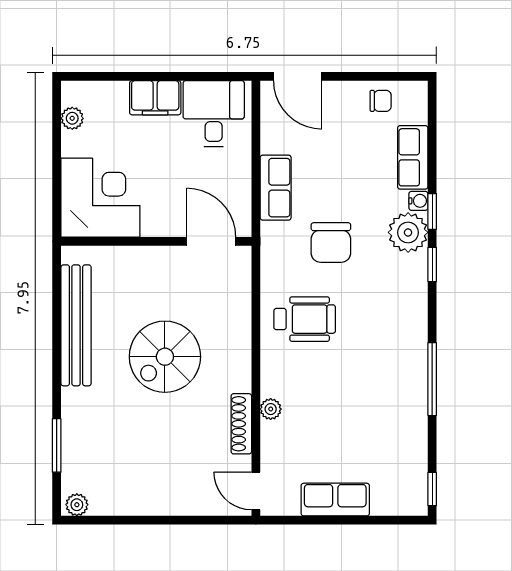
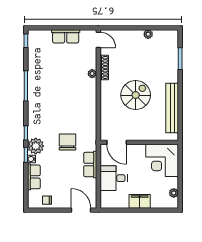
desk: (214, 114) -> (114, 178), moved, turned 90
wheelchair: (305, 319) -> (78, 110), removed
plant: (77, 505) -> (148, 34), moved

